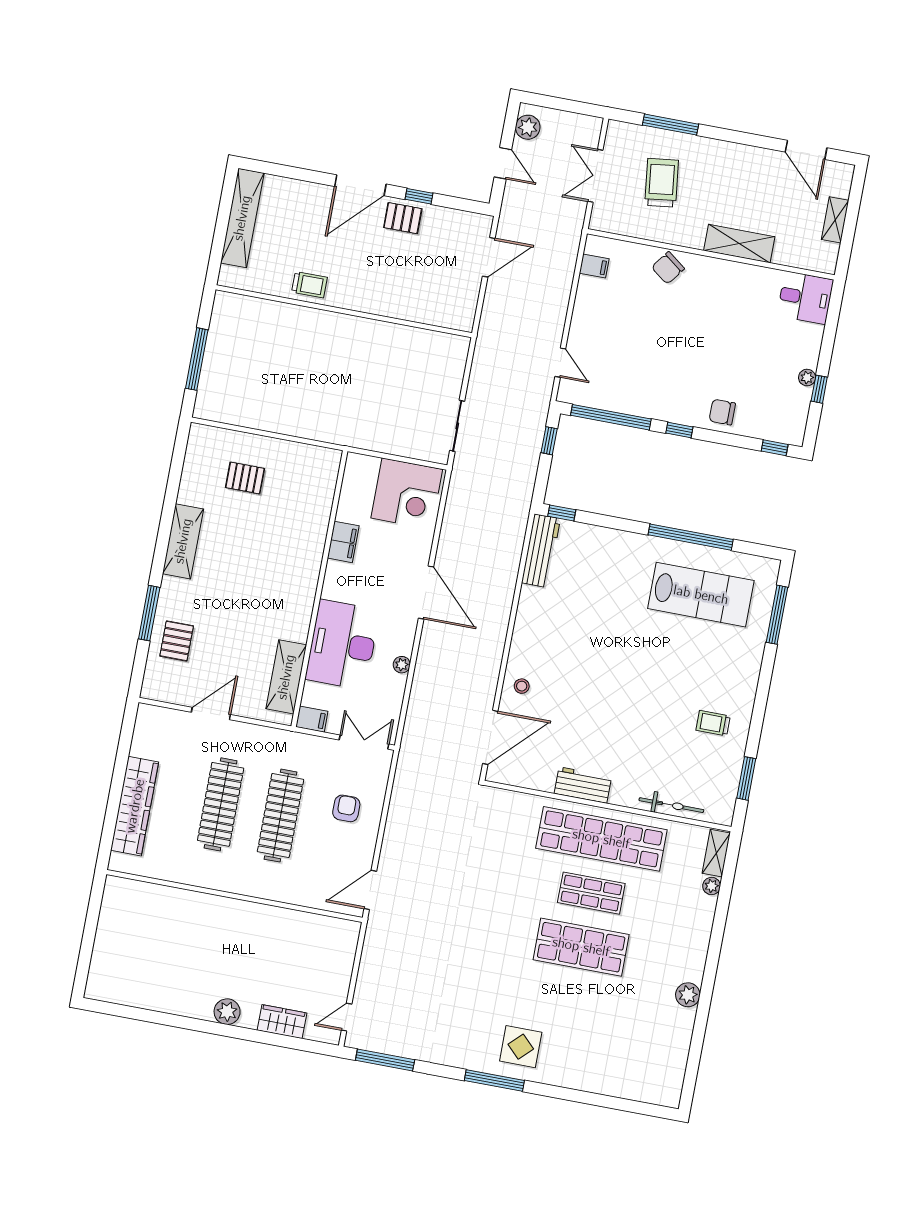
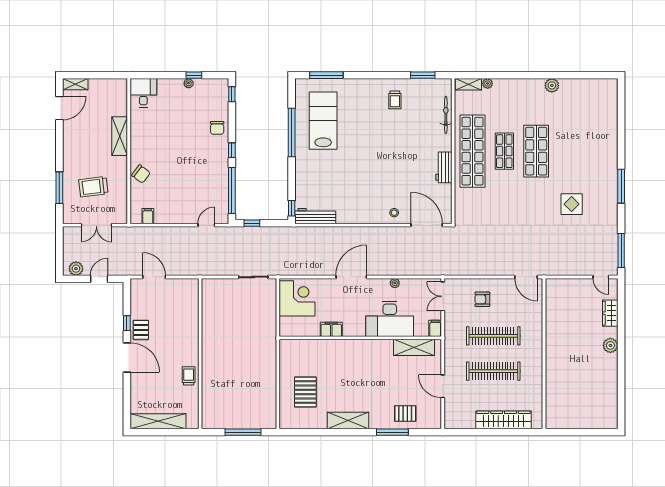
shelving: (835, 220) -> (75, 84), moved
pallet: (245, 478) -> (305, 392), width x1.50, depth x1.42
display table: (521, 1047) -> (572, 204), moved

